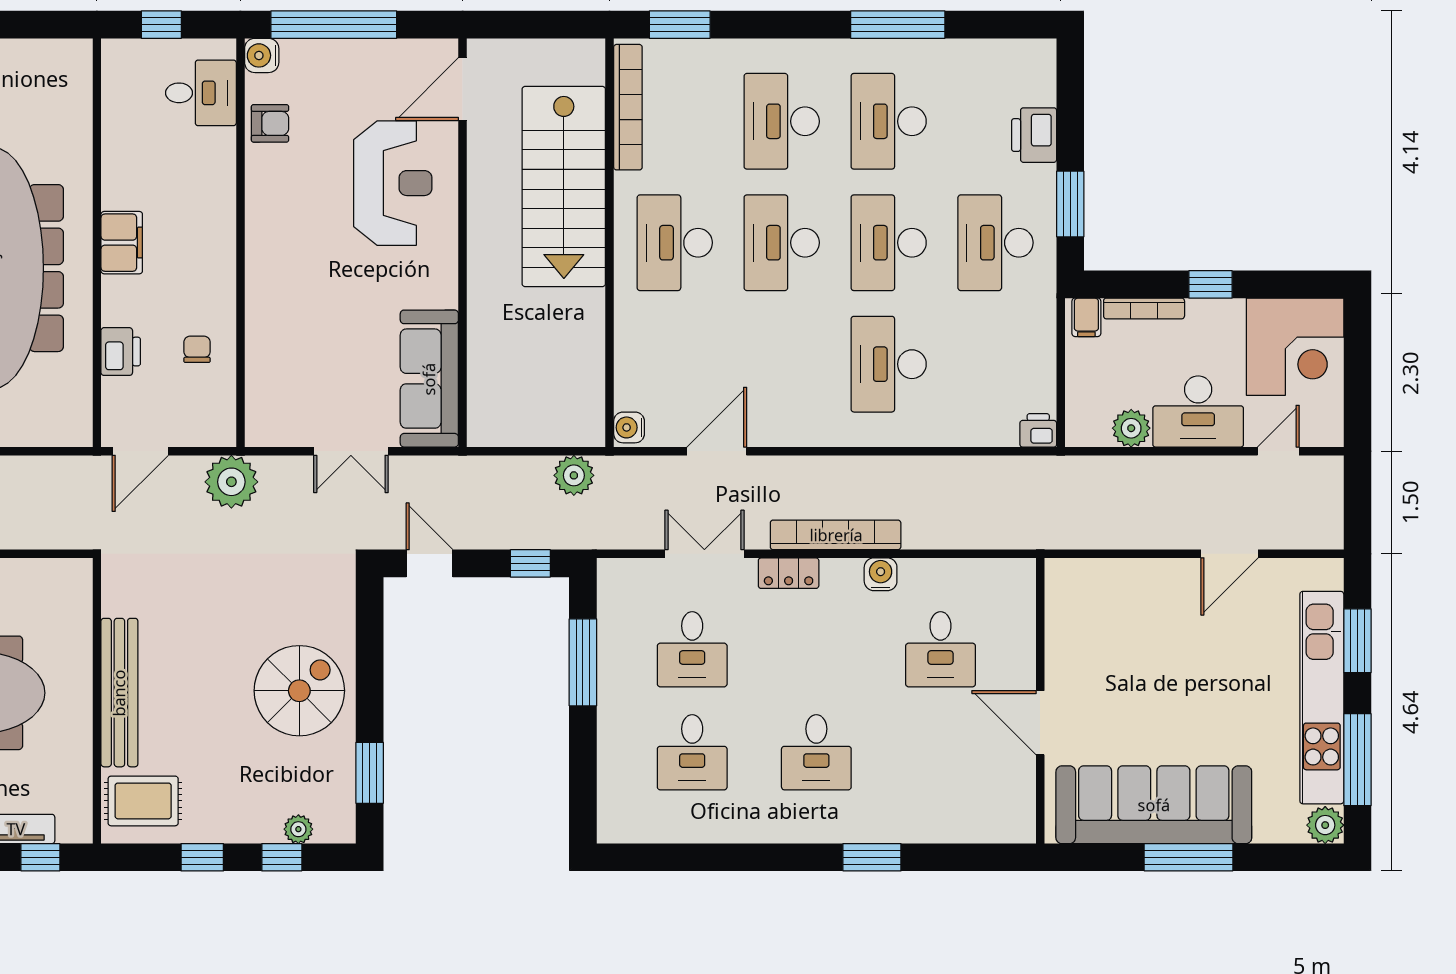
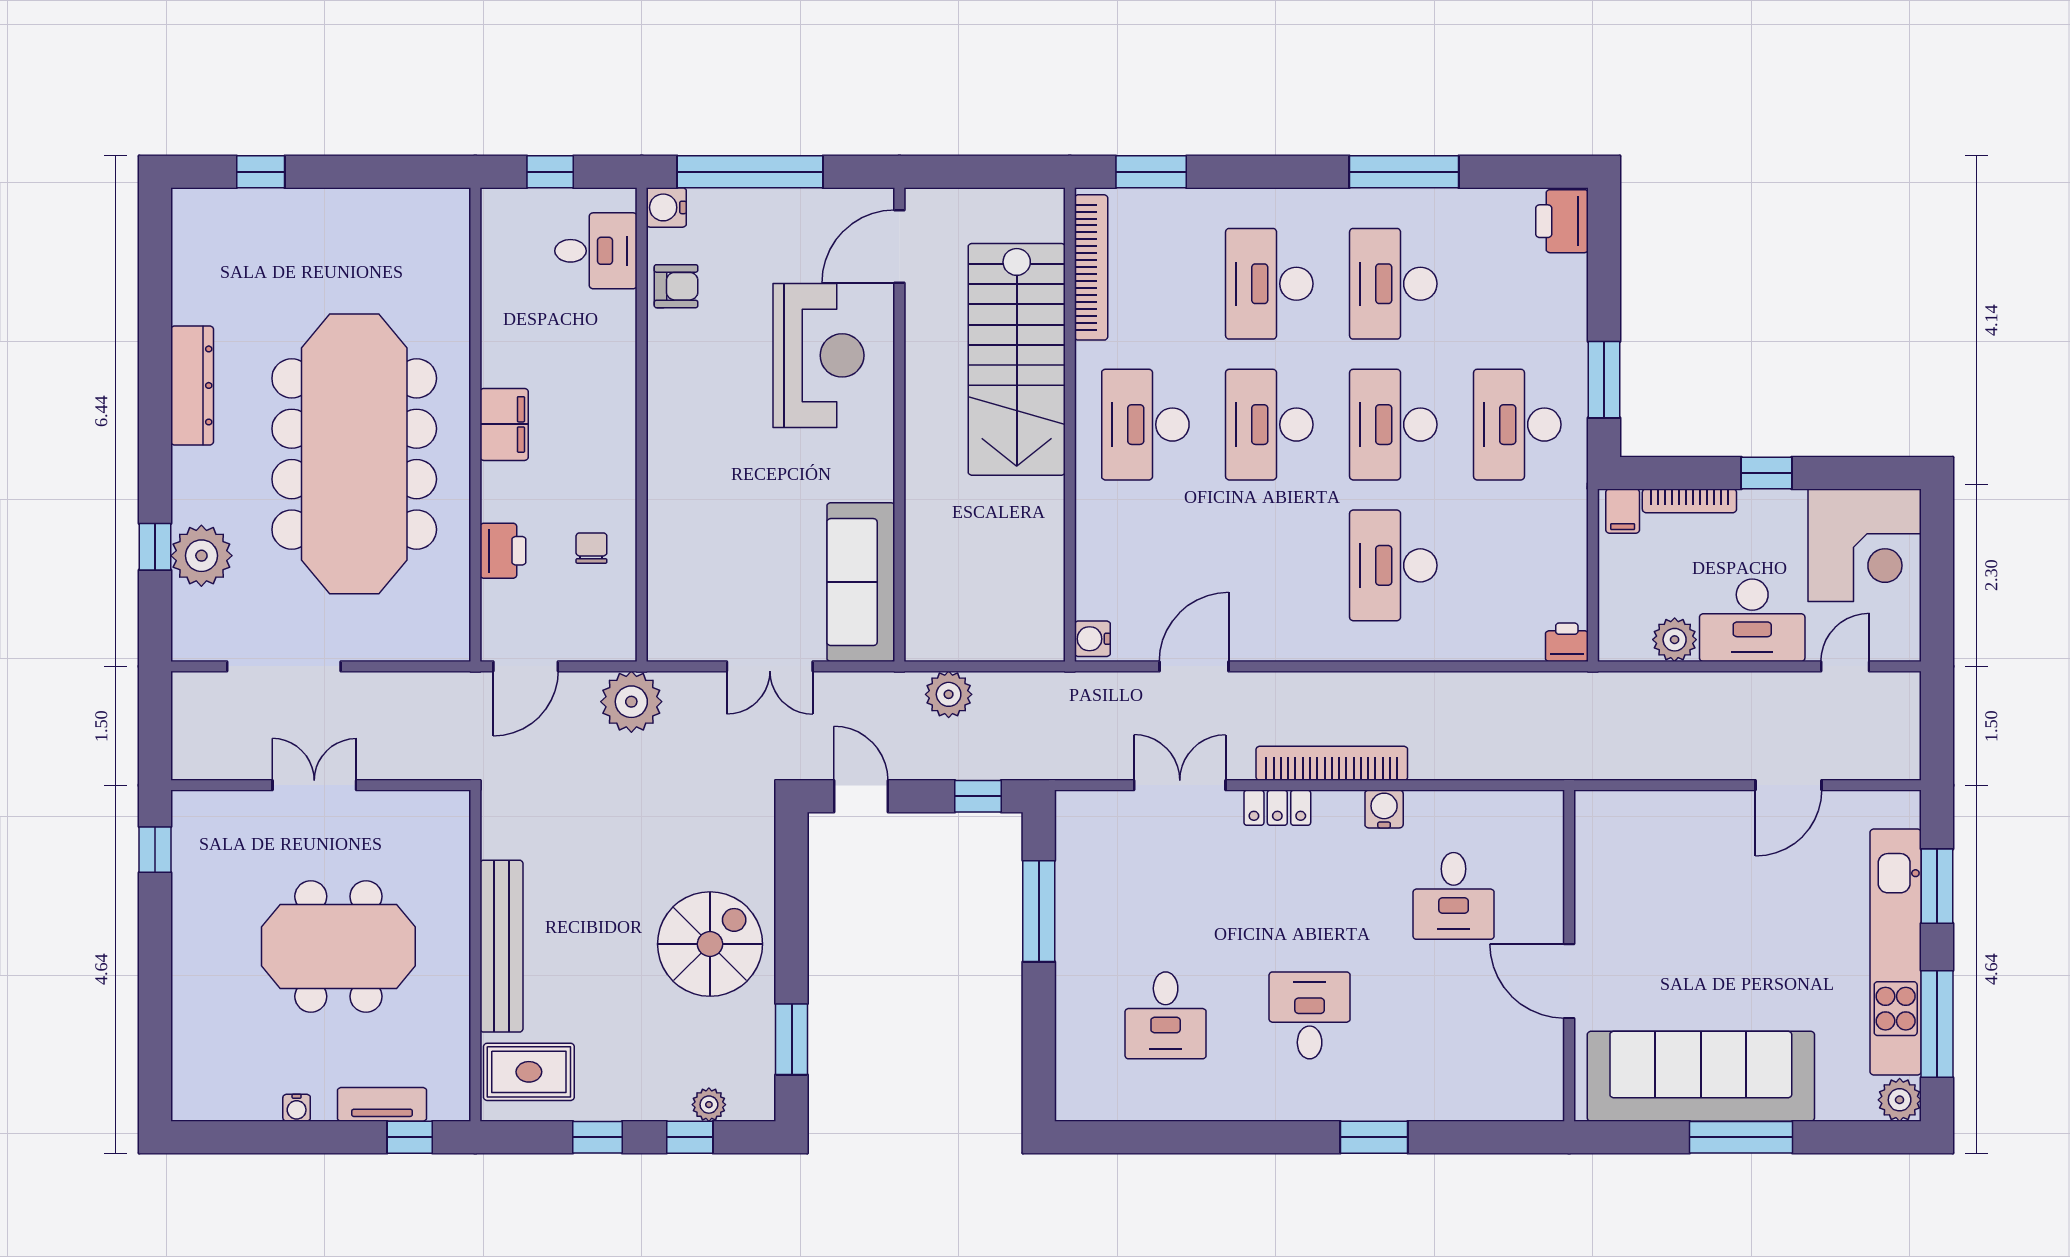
printer: (1034, 135) -> (1562, 221), moved
plant: (574, 475) -> (949, 694), moved
desk: (692, 649) -> (1166, 896), removed
desk: (816, 752) -> (1310, 1015), turned 180

